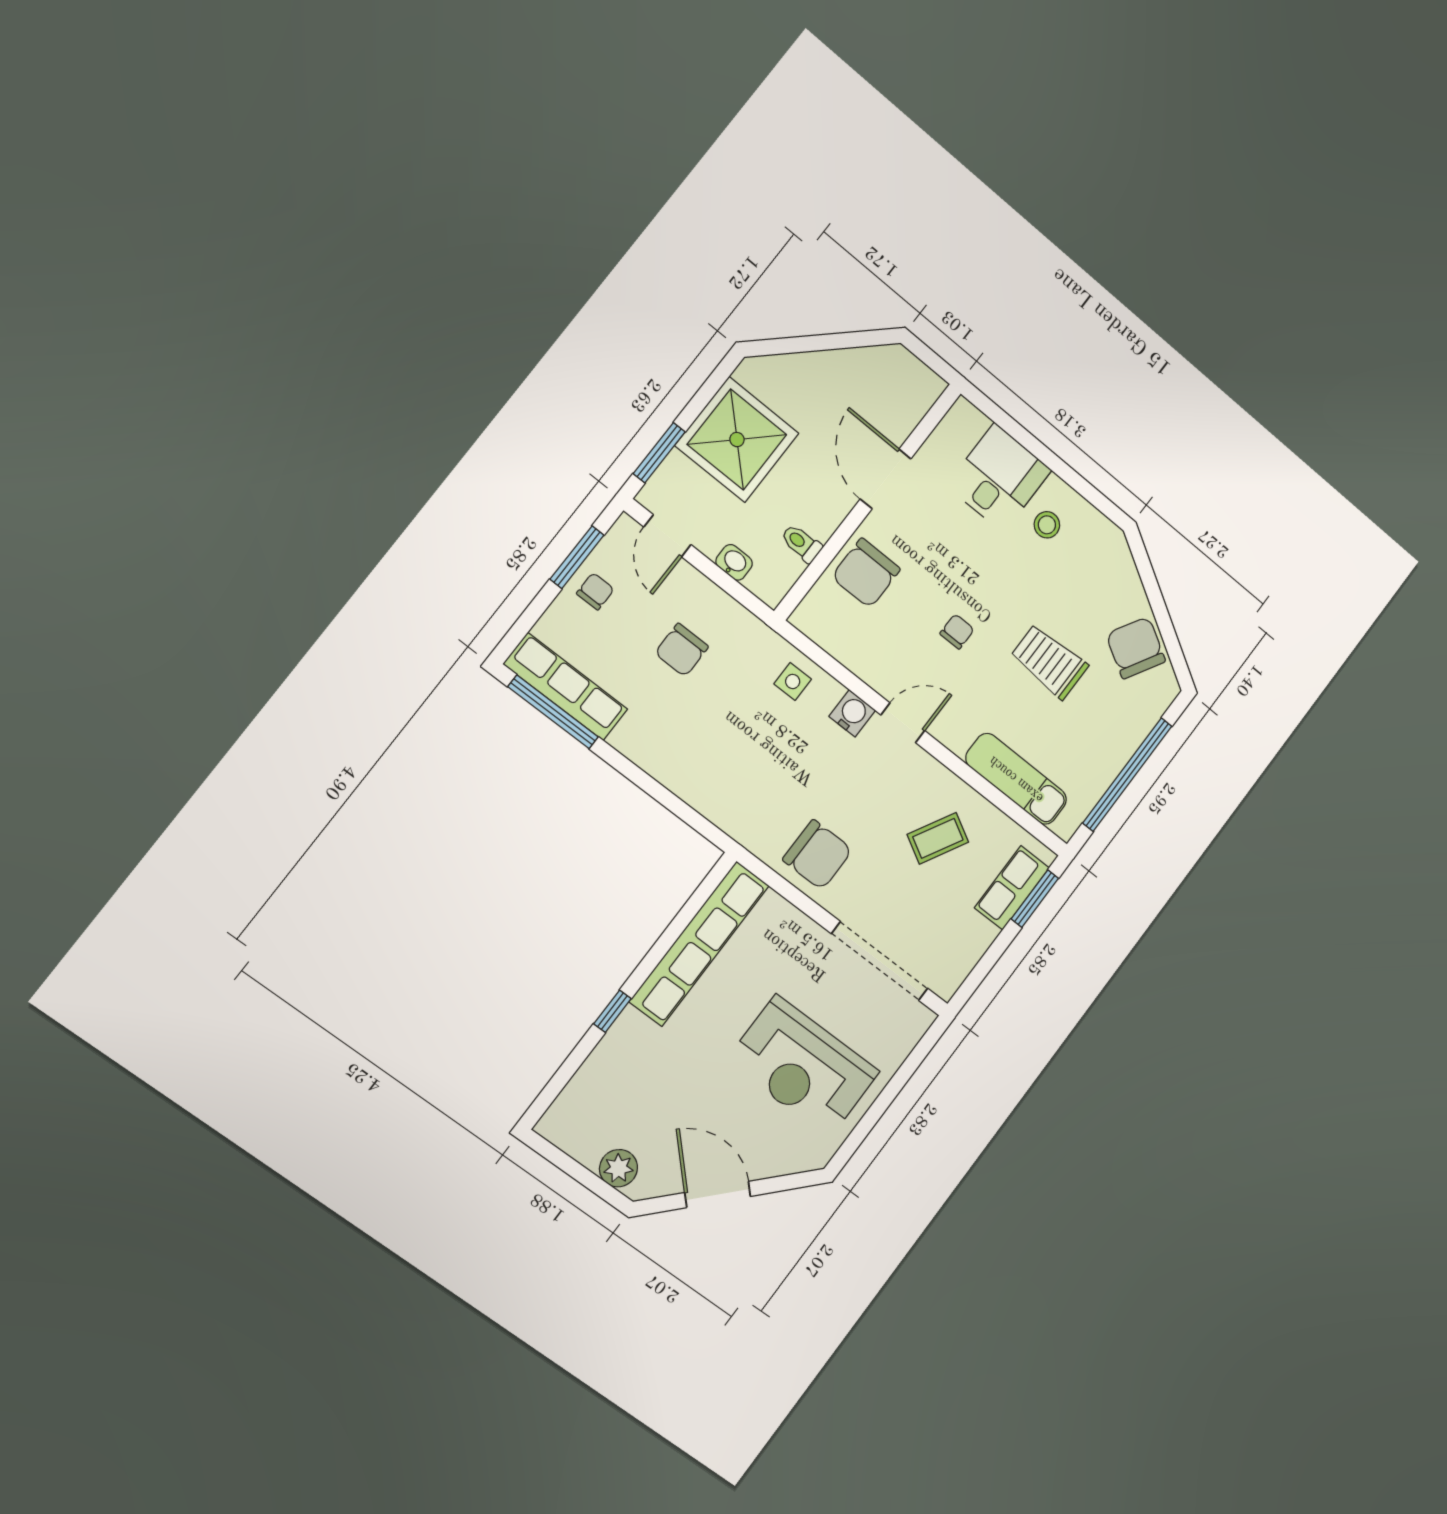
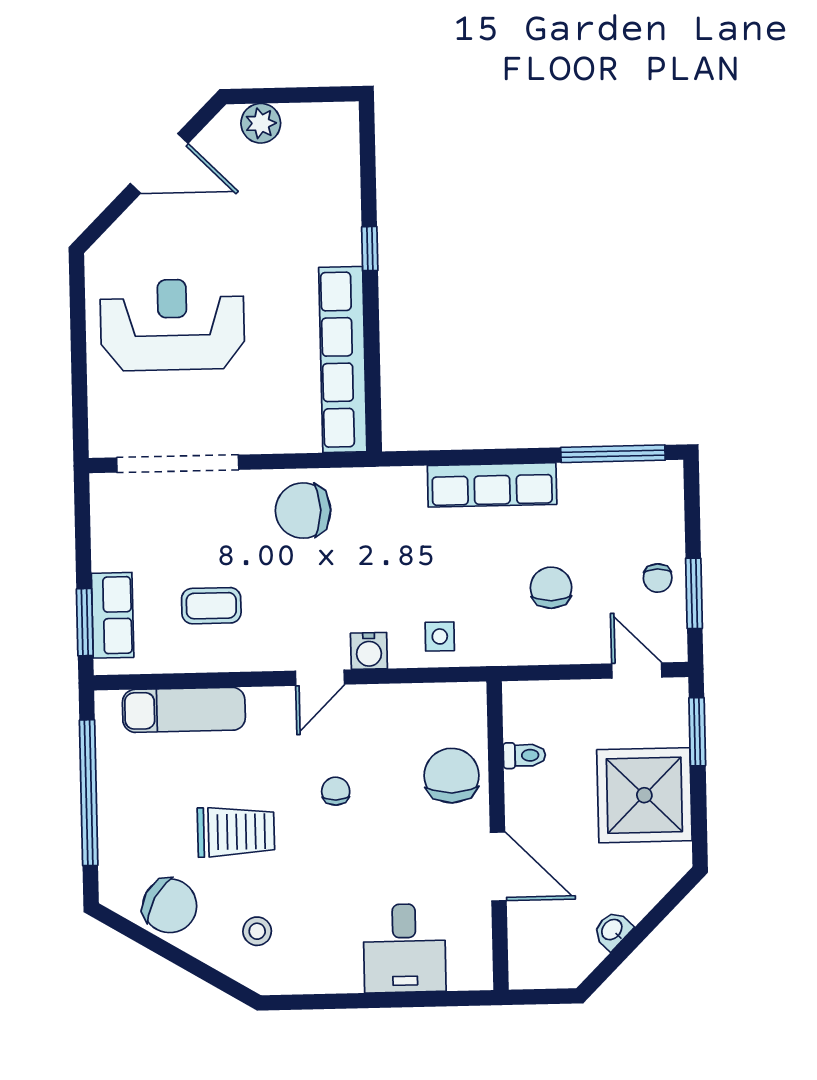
stool: (1047, 525) -> (257, 931), moved
washbasin: (734, 562) -> (612, 930), moved, turned 135
chair: (957, 632) -> (336, 791), turned 180
row of seats: (565, 687) -> (492, 485), moved
coffee table: (938, 838) -> (211, 606), turned 61

